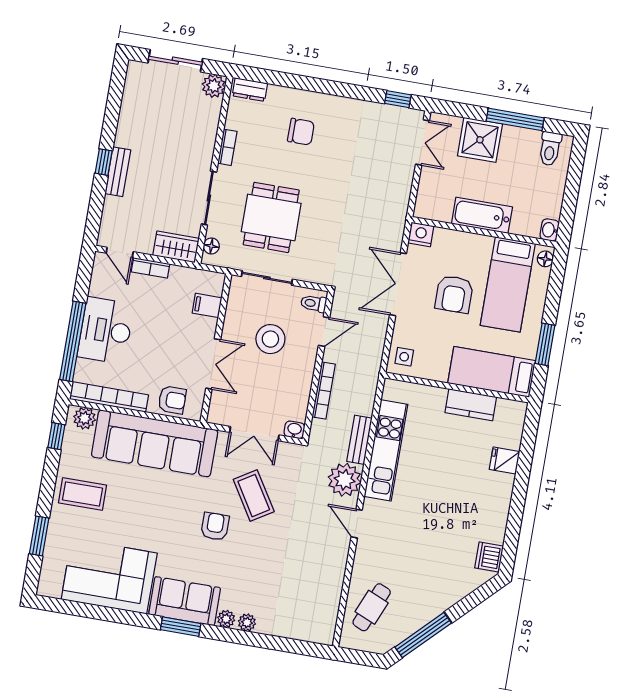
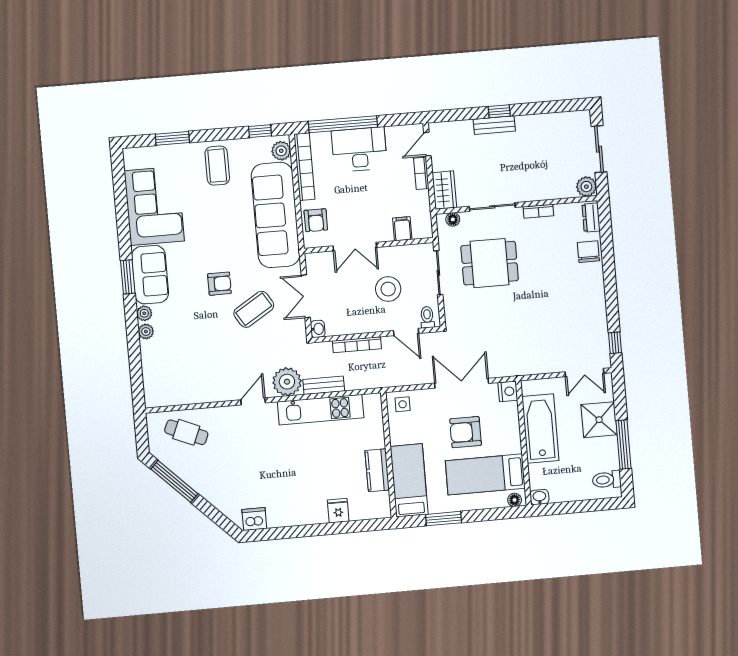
chair: (301, 132) -> (588, 252), moved, turned 180
bathtub: (482, 215) -> (540, 429), width x1.36, depth x1.36

